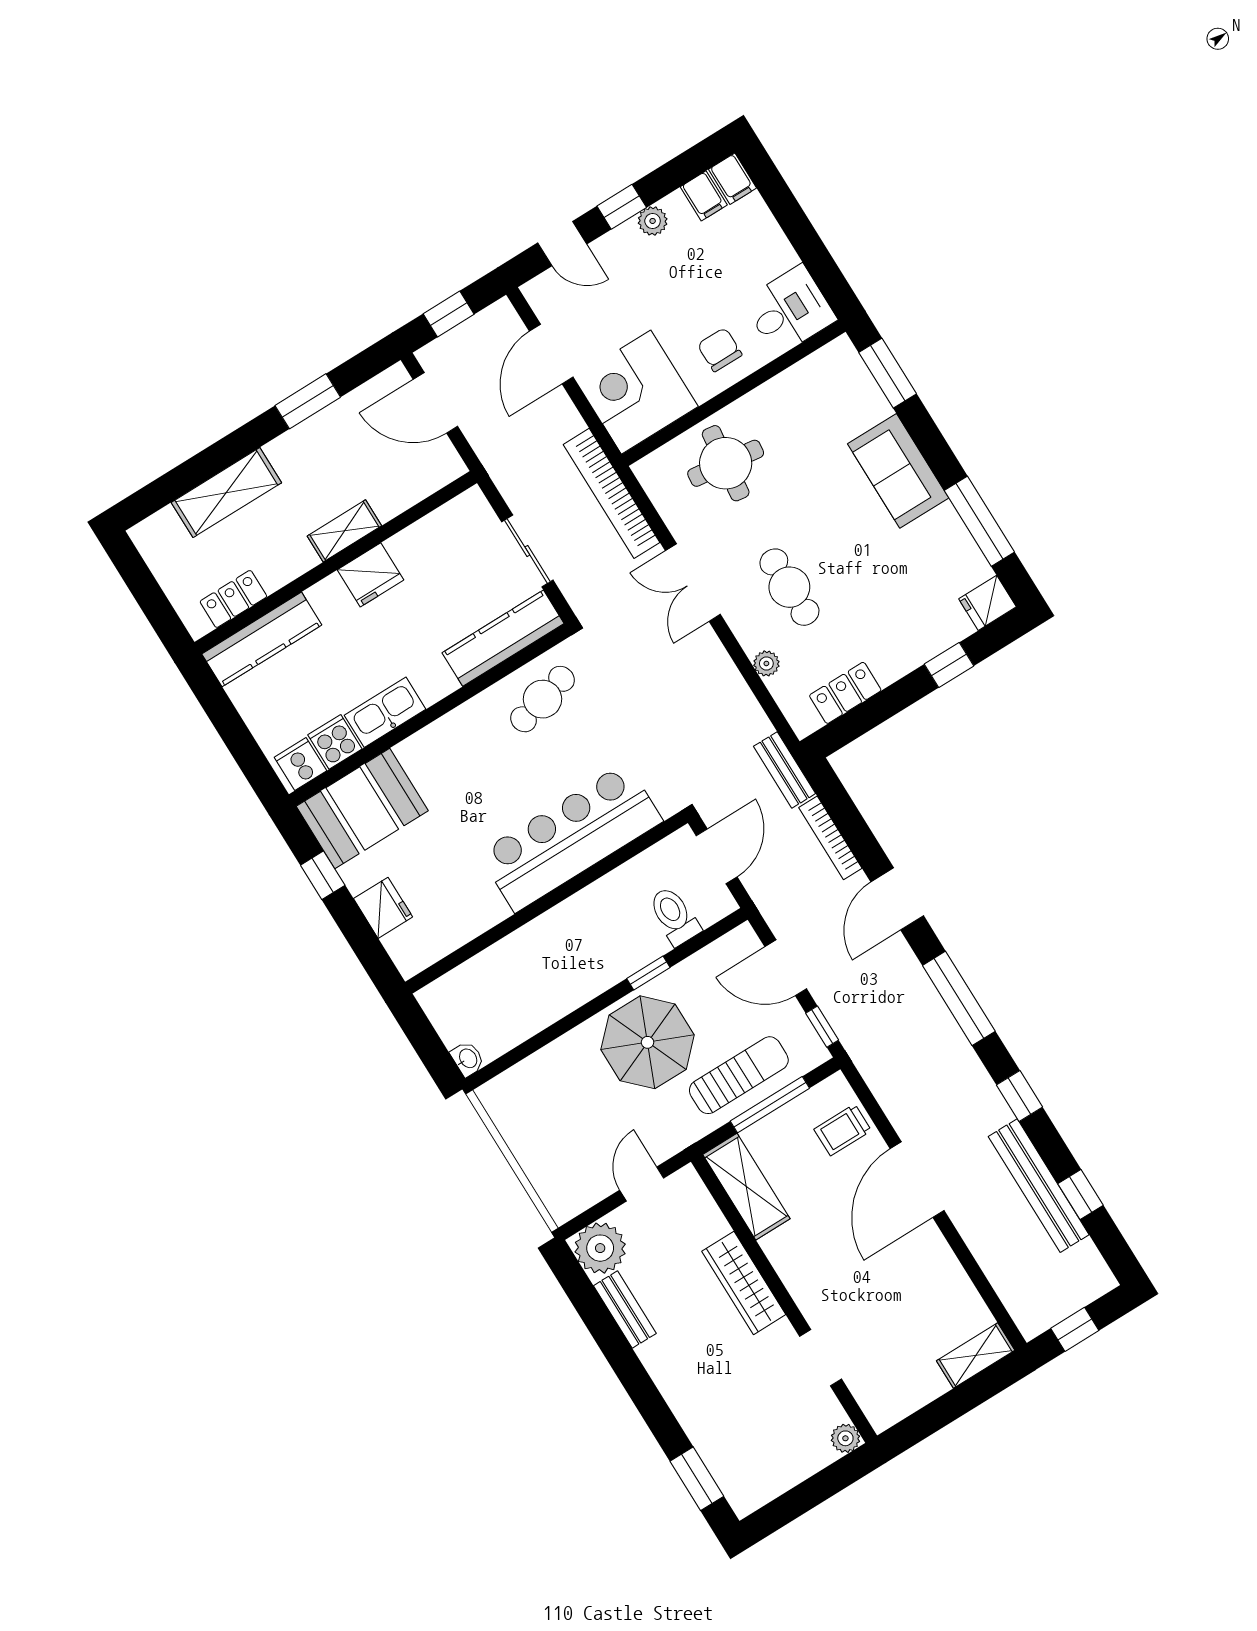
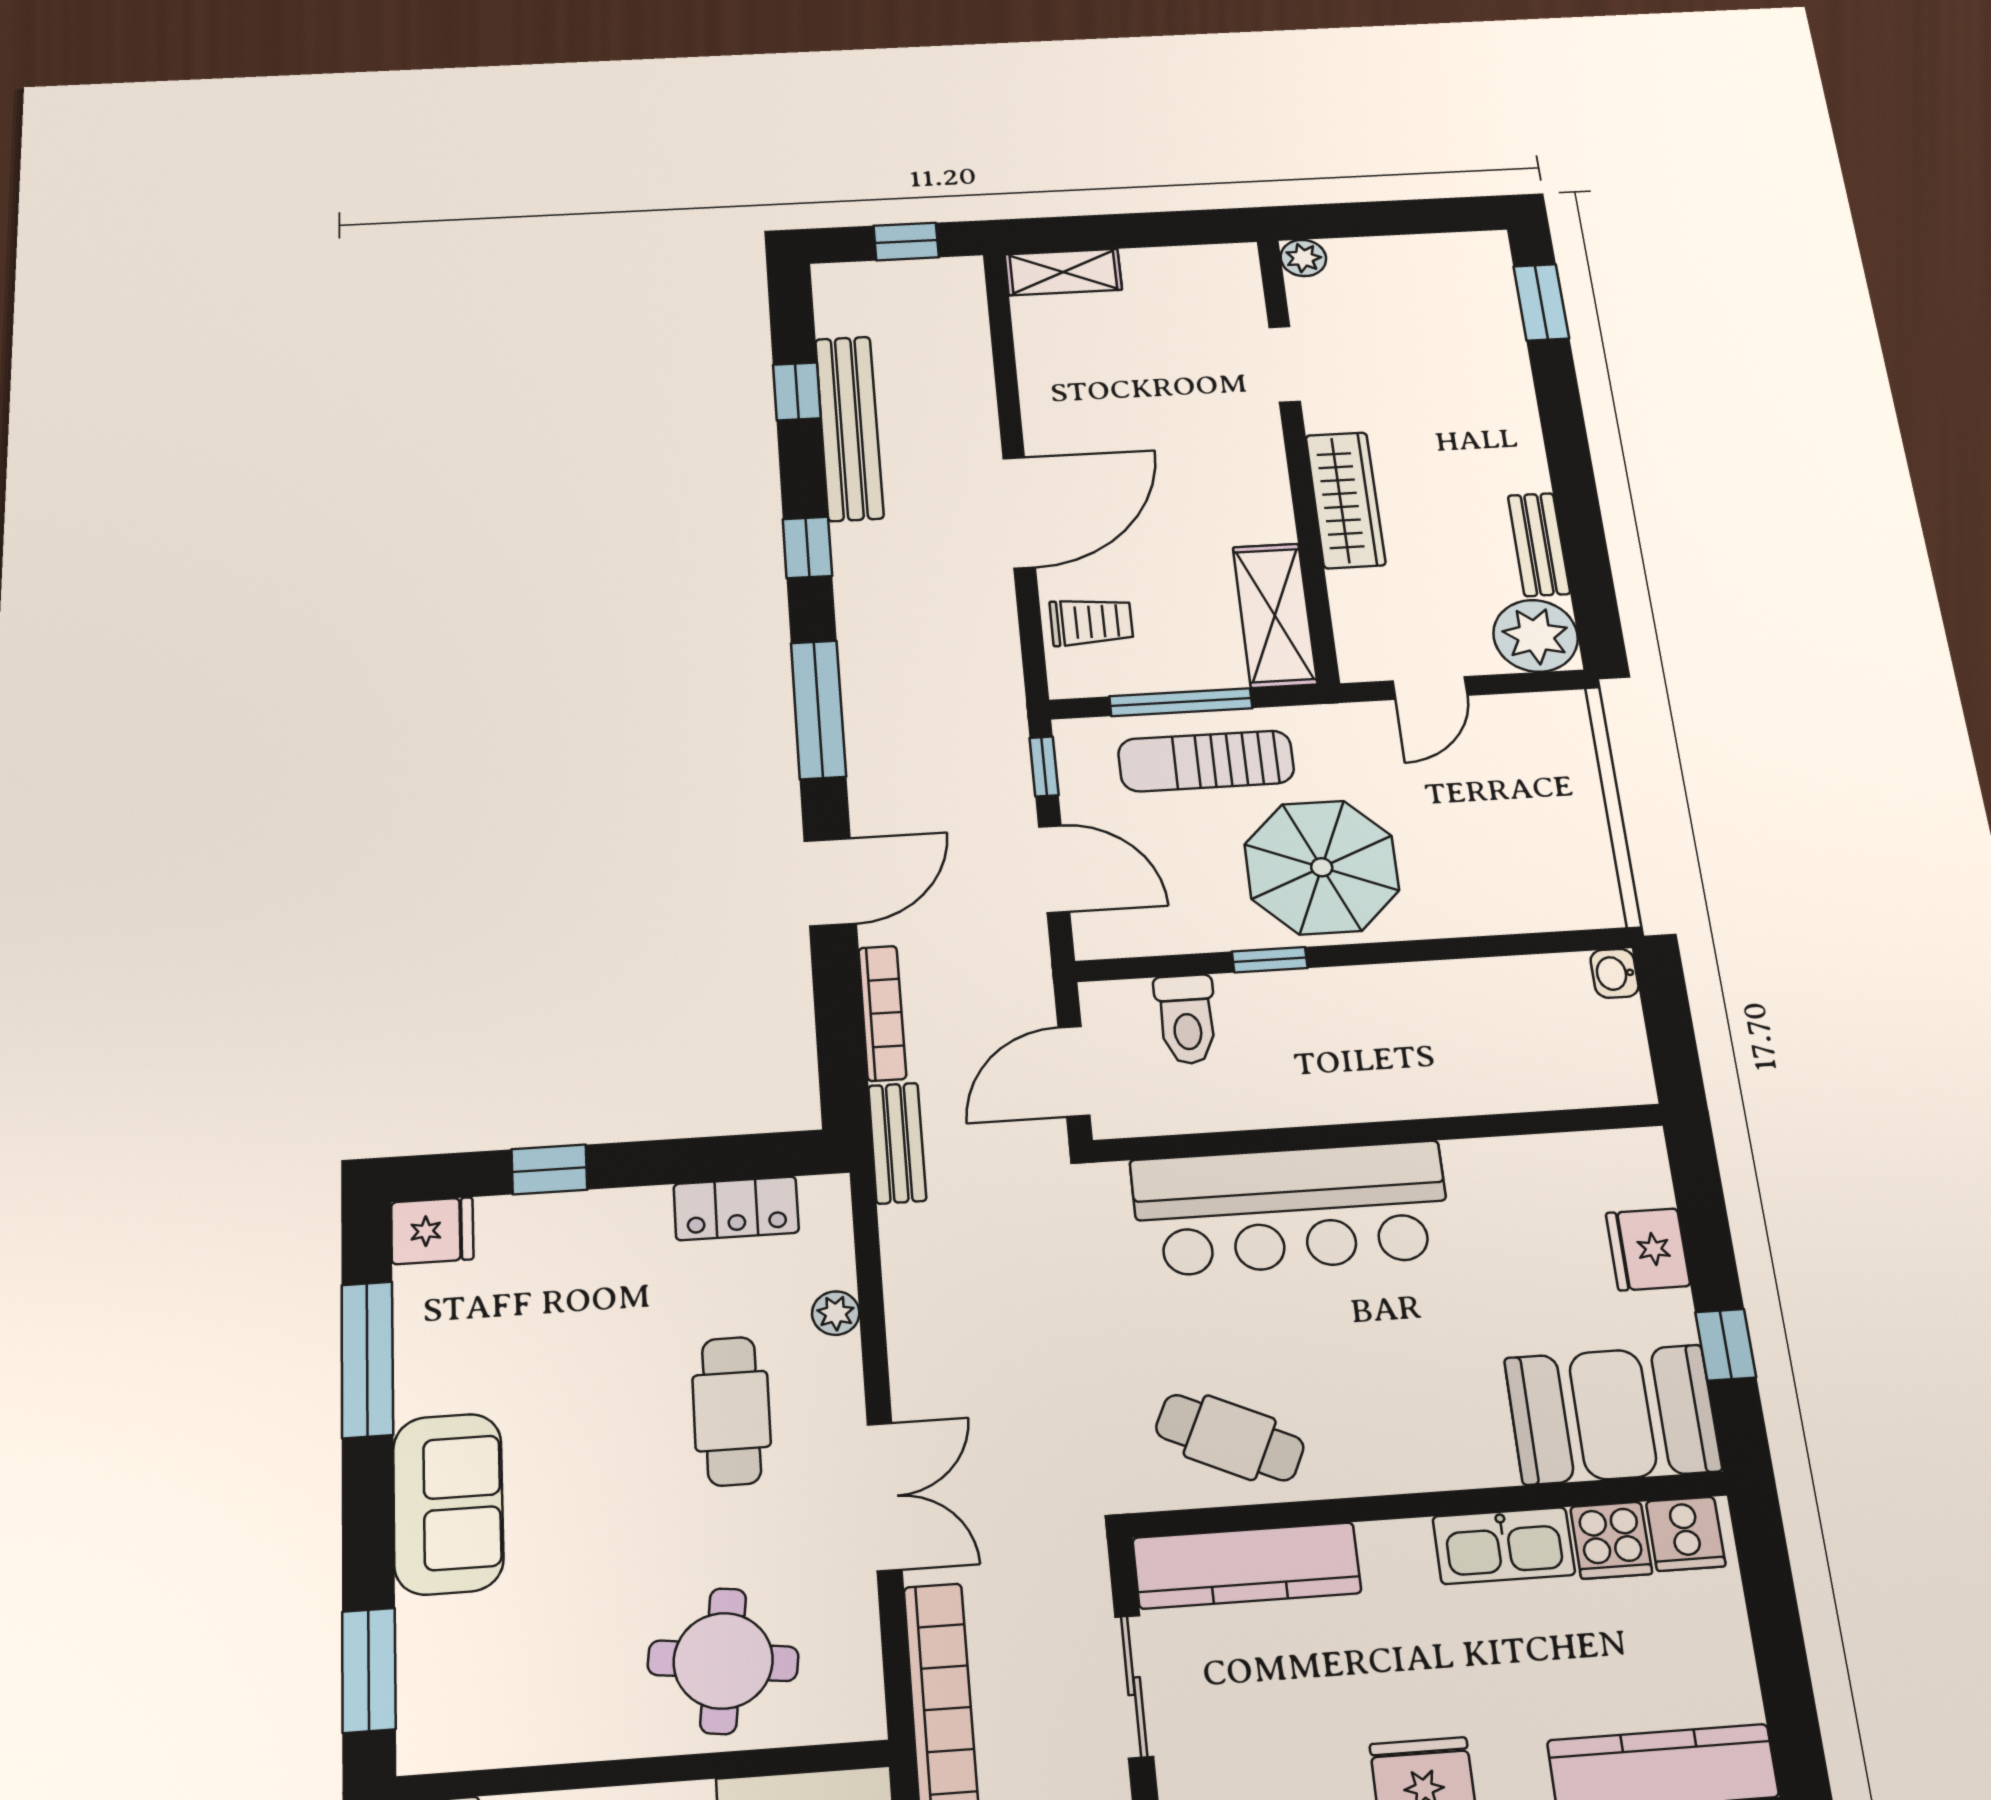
cafe table: (542, 699) -> (1230, 1438), turned 40

